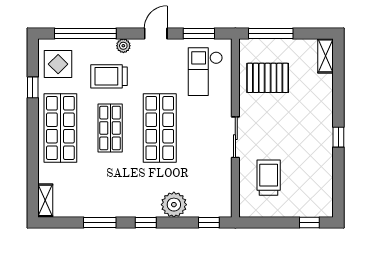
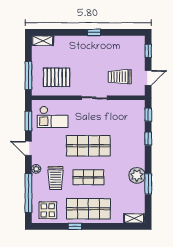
pallet: (268, 78) -> (57, 77), turned 90
window: (33, 87) -> (75, 226), moved
plant: (174, 205) -> (137, 175), moved
window: (146, 222) -> (148, 139), moved
door: (267, 222) -> (148, 78), added

